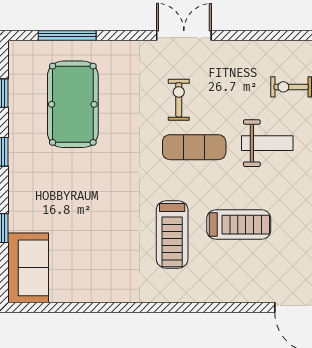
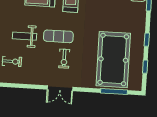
pool table: (73, 104) -> (113, 60), width x1.36, depth x1.32

